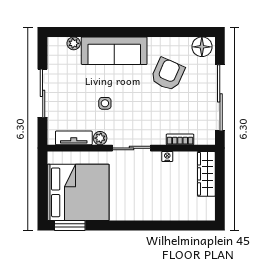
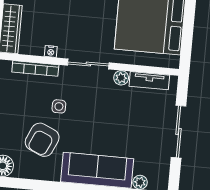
side table: (105, 103) -> (59, 106), moved
bookcase: (180, 139) -> (35, 68), width x1.56

